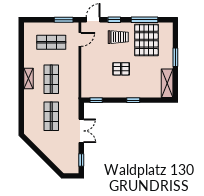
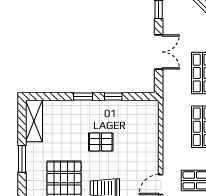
window: (96, 100) -> (113, 96), moved
double door: (81, 131) -> (159, 52), swing flipped

